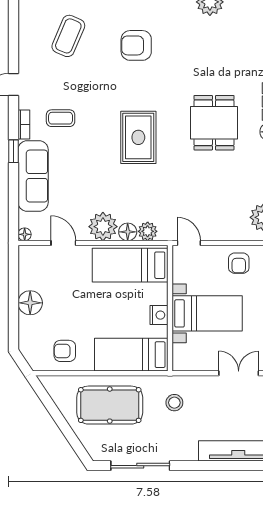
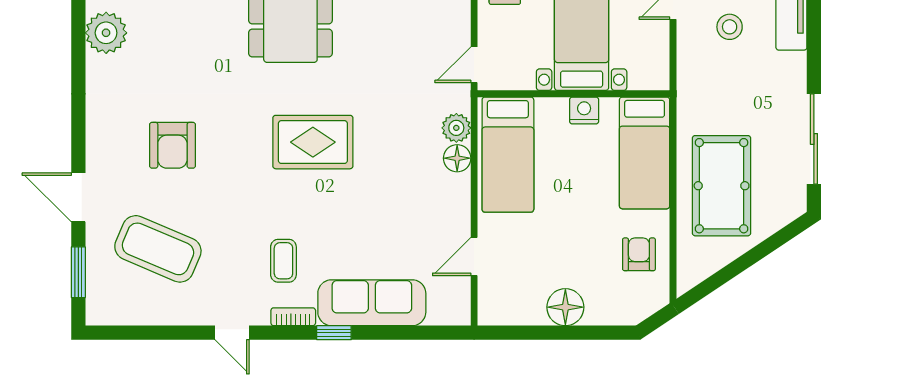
coffee table: (68, 36) -> (158, 249), width x1.36, depth x1.32
plant: (103, 227) -> (449, 196), removed
floor lamp: (25, 234) -> (461, 316), removed
armchair: (65, 351) -> (639, 254), turned 180
stool: (174, 403) -> (730, 27), moved

